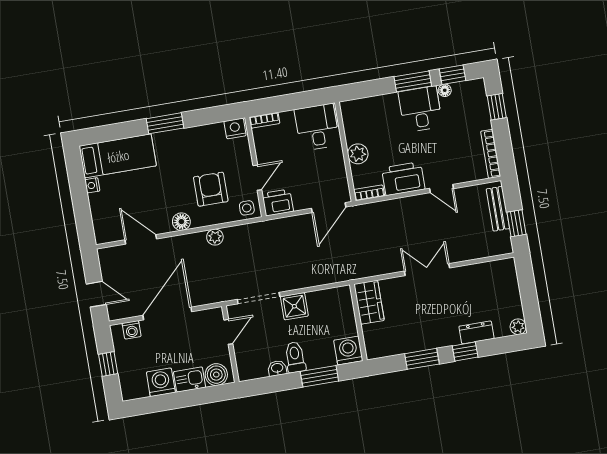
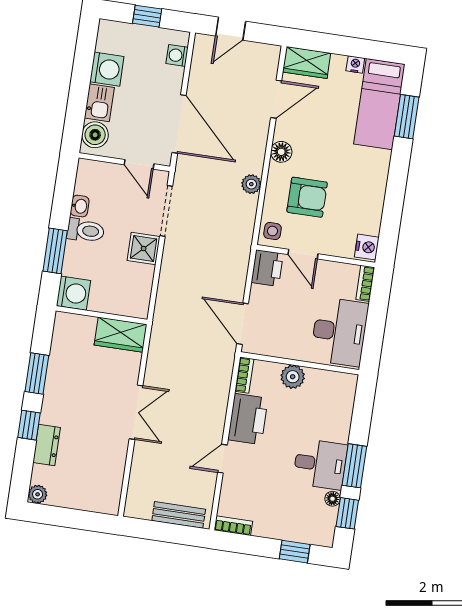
window: (165, 123) -> (407, 117), moved
desk: (317, 127) -> (339, 332), width x1.37
bookcase: (491, 154) -> (233, 526), width x0.64
window: (516, 223) -> (155, 531), removed
wardrobe: (103, 225) -> (307, 62), added
door: (167, 313) -> (179, 124), moved

